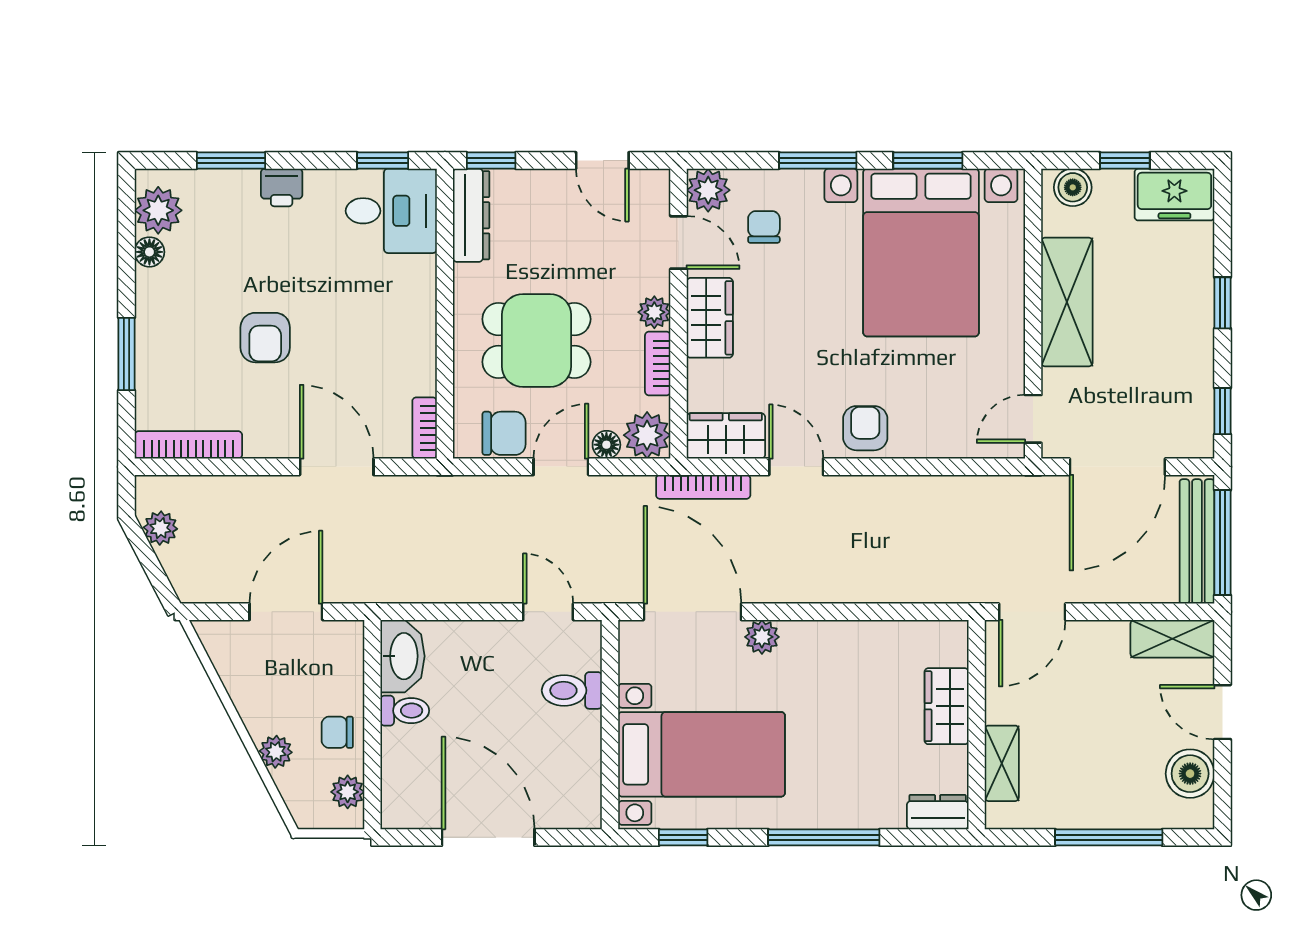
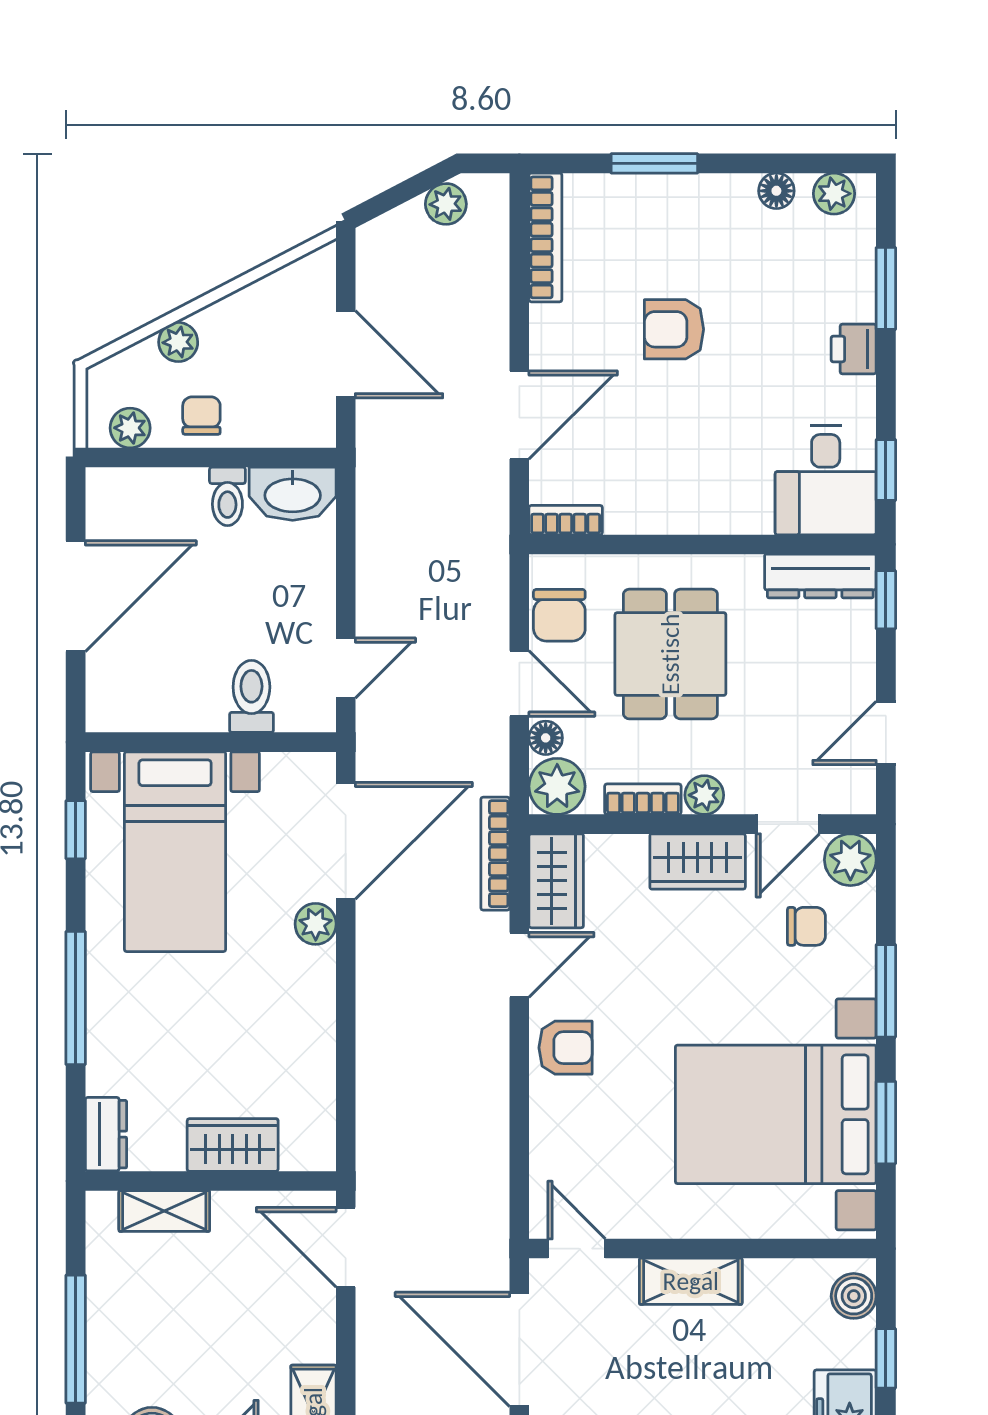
plant: (158, 210) -> (834, 194), width x0.73, depth x0.73
shelving: (1067, 302) -> (691, 1281), width x0.67, depth x0.75

